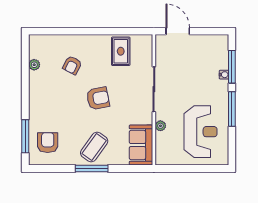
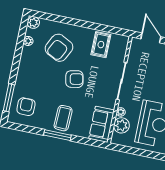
plant: (36, 42) -> (33, 22), added
armchair: (72, 65) -> (59, 48), width x1.88, depth x1.88
plant: (165, 141) -> (121, 125), added
coffee table: (94, 147) -> (63, 118), turned -34

